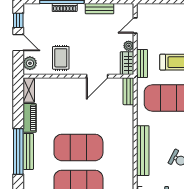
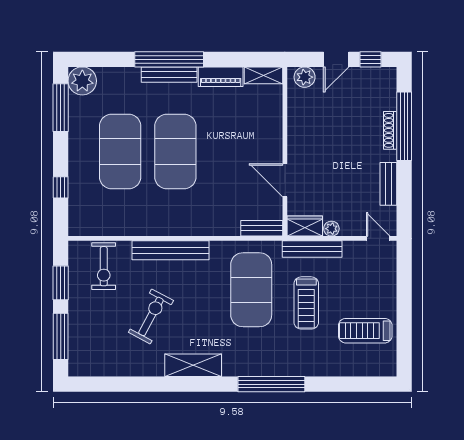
door: (135, 26) -> (378, 238), moved
rug: (61, 58) -> (313, 125), removed
bench: (142, 63) -> (312, 249), width x1.36

